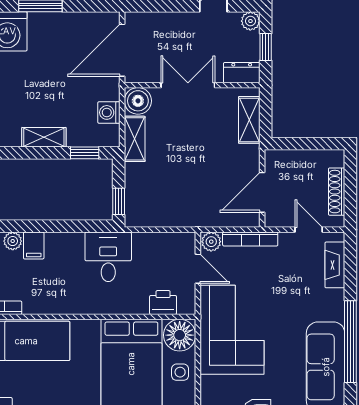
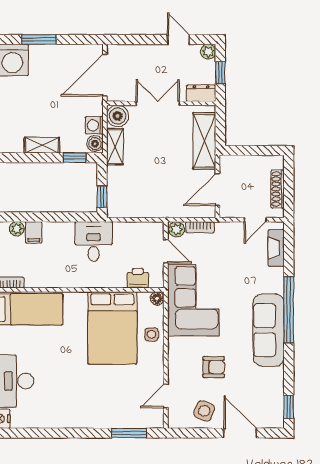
shelving: (249, 120) -> (204, 141), width x1.50, depth x1.33
boiler: (110, 135) -> (95, 144), added
door: (309, 230) -> (255, 220), swing flipped
bookcase: (250, 239) -> (200, 227), width x0.64
floor lamp: (180, 335) -> (157, 299), width x0.53, depth x0.53

